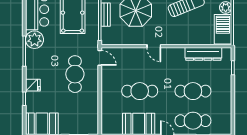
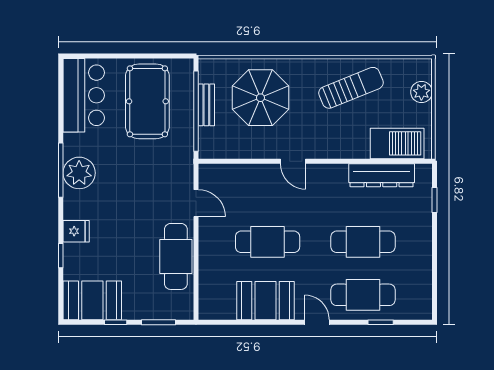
barbecue: (223, 29) -> (397, 143), moved, turned 90
plant: (35, 40) -> (79, 173), moved
door: (100, 58) -> (196, 203), moved
cafe table: (75, 74) -> (176, 256), moved

